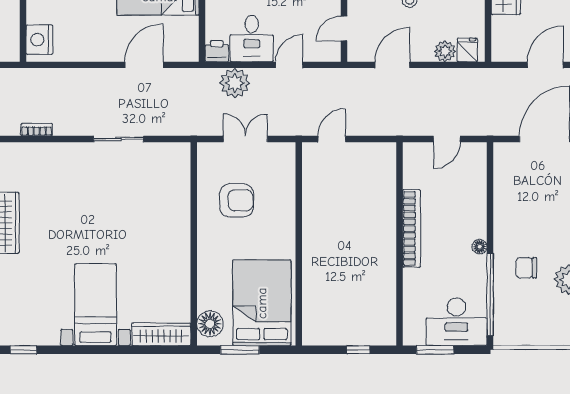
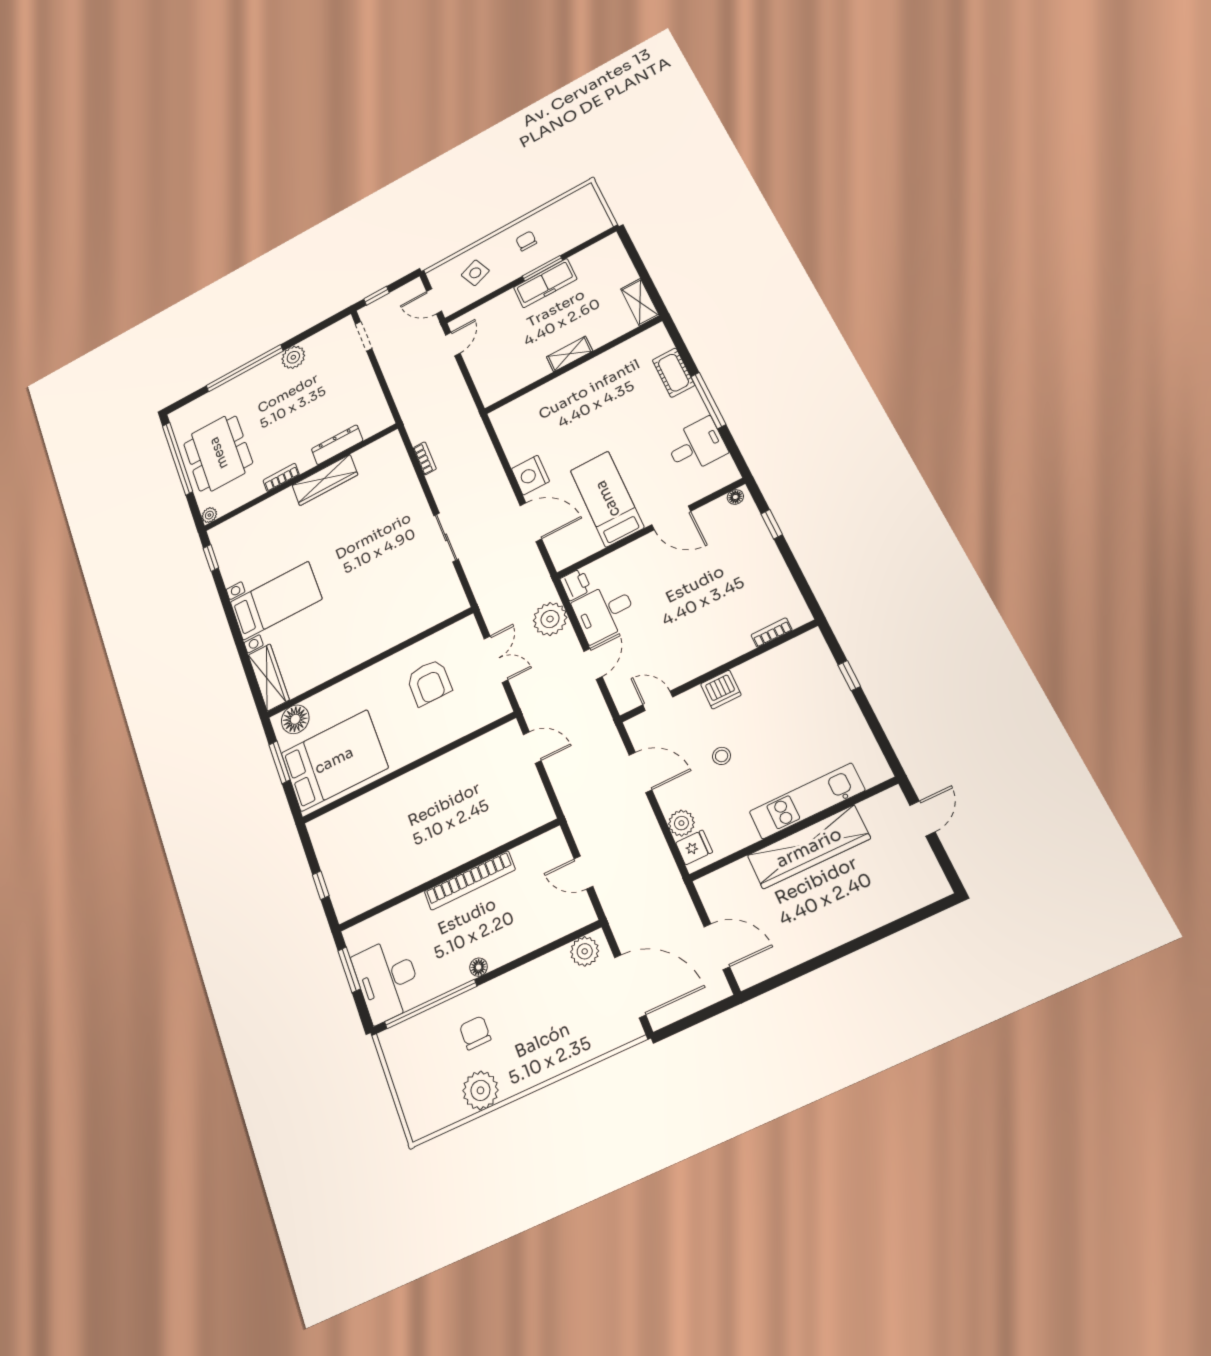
nightstand: (39, 40) -> (530, 475), moved, turned -90
door: (289, 65) -> (593, 664), hinge flipped
plant: (505, 162) -> (585, 951), added

